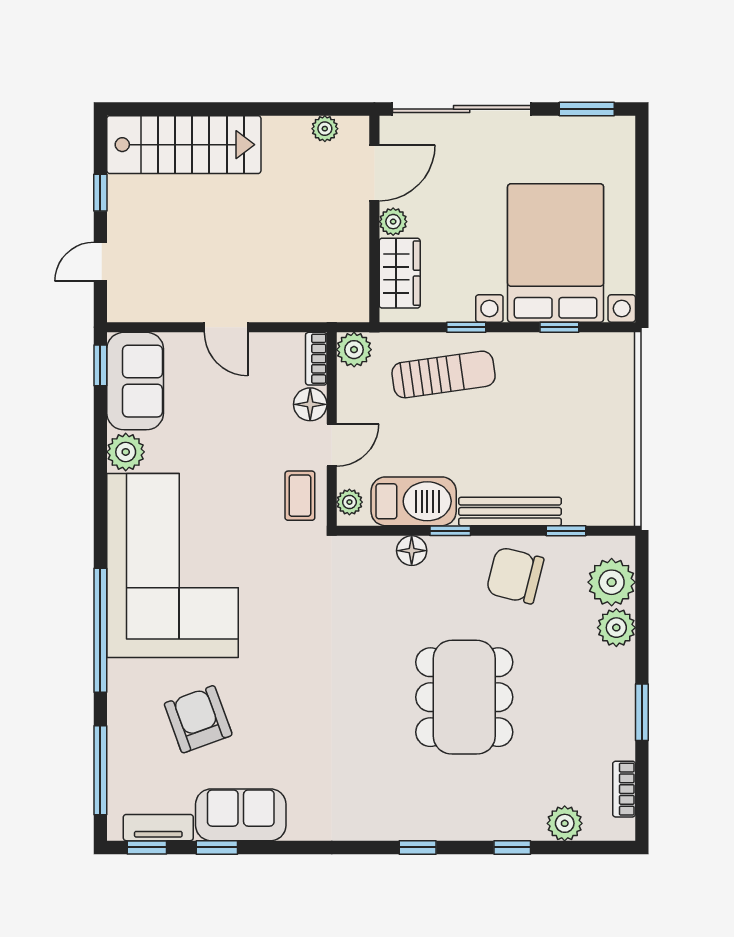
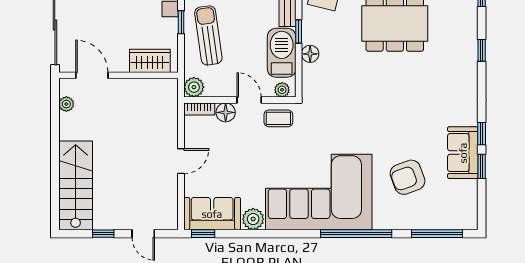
plant: (393, 222) -> (120, 65), removed
tv unit: (158, 828) -> (470, 200), removed
window: (147, 847) -> (482, 134), moved

